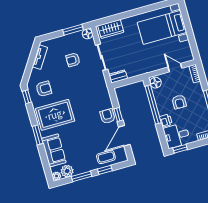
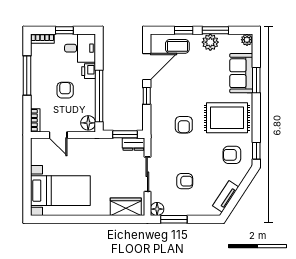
window: (126, 82) -> (125, 134), added
armchair: (108, 116) -> (184, 125), moved
window: (38, 135) -> (256, 80), moved
window: (180, 149) -> (64, 30), moved
plant: (67, 171) -> (210, 42), moved

